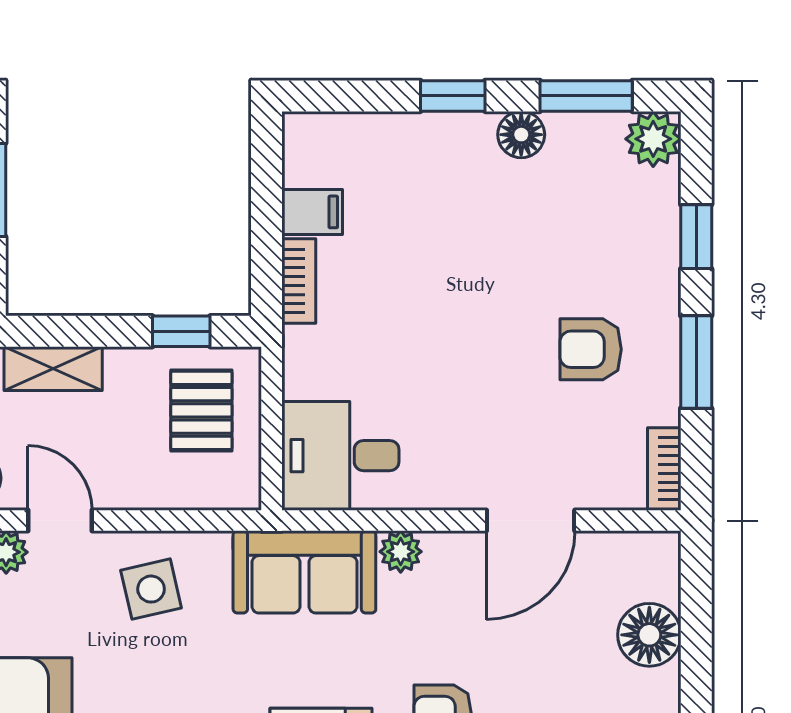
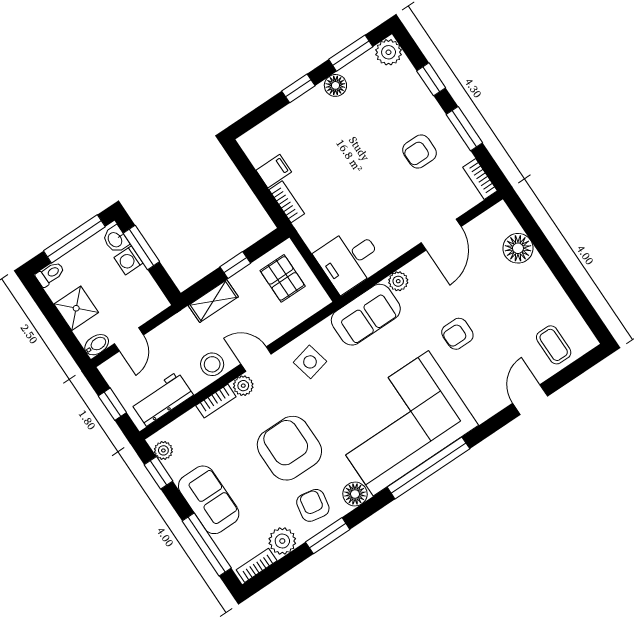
window: (181, 331) -> (235, 265), moved

